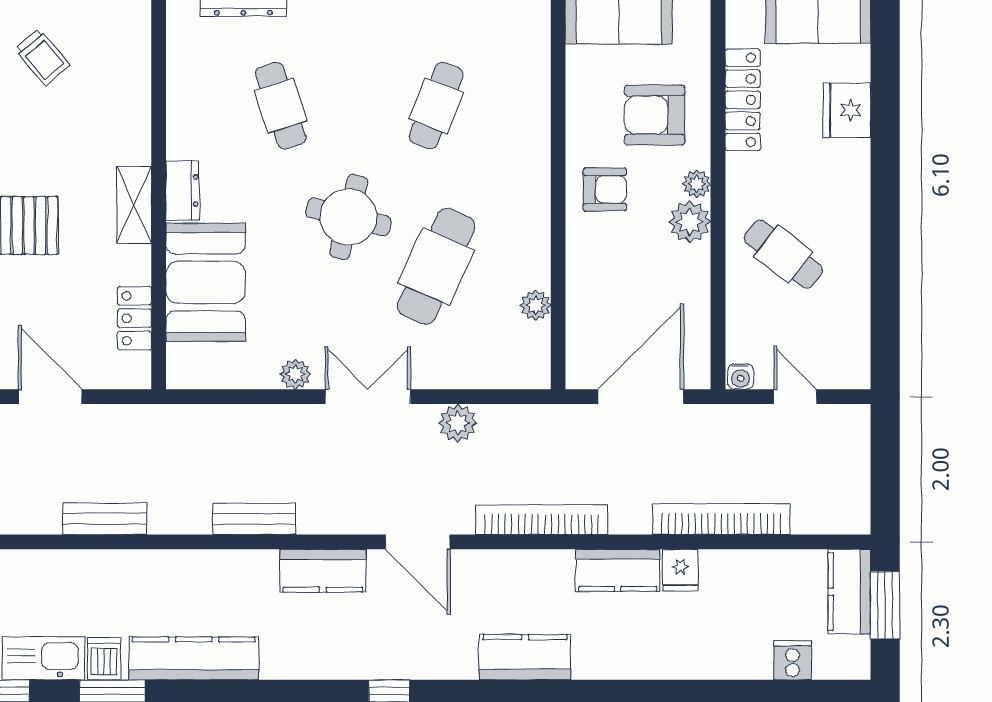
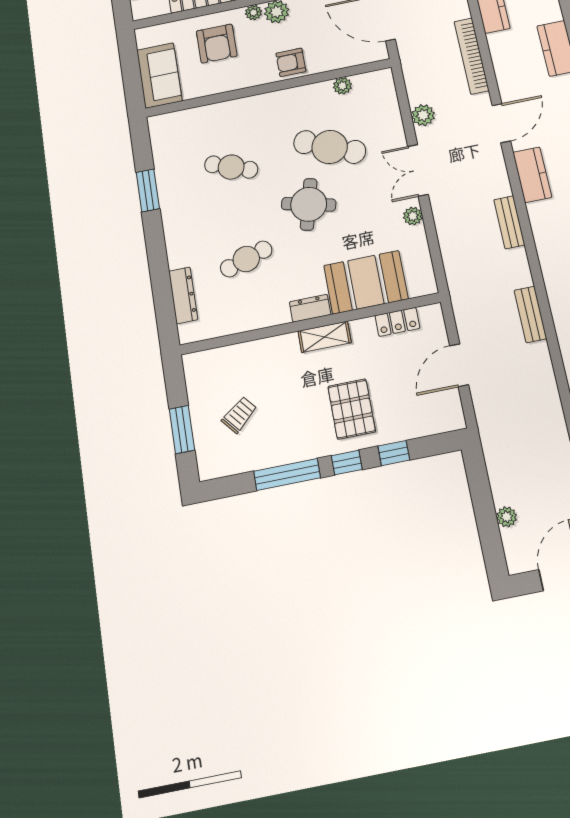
armchair: (605, 189) -> (291, 62), moved, turned -90

